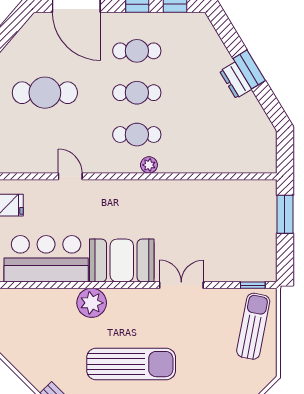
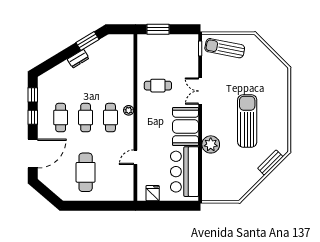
window: (249, 69) -> (87, 41), moved
cafe table: (190, 214) -> (158, 86), added

